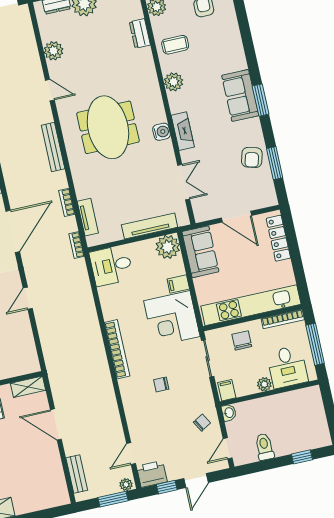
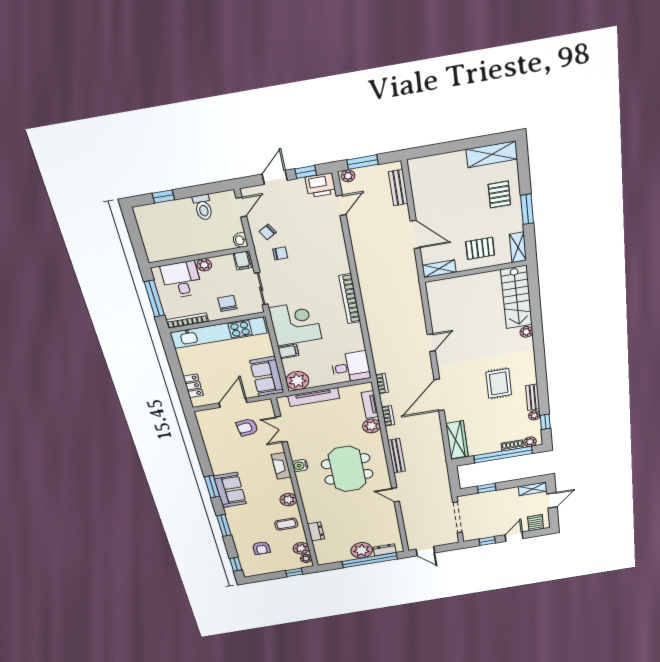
plant: (54, 51) -> (371, 426), moved
armchair: (252, 157) -> (247, 427), moved, turned -112
window: (275, 163) -> (224, 525), moved
door: (236, 217) -> (233, 403), hinge flipped
locker: (278, 238) -> (193, 386), width x0.66
chair: (242, 340) -> (227, 303), turned 180
chair: (161, 384) -> (280, 253), moved

